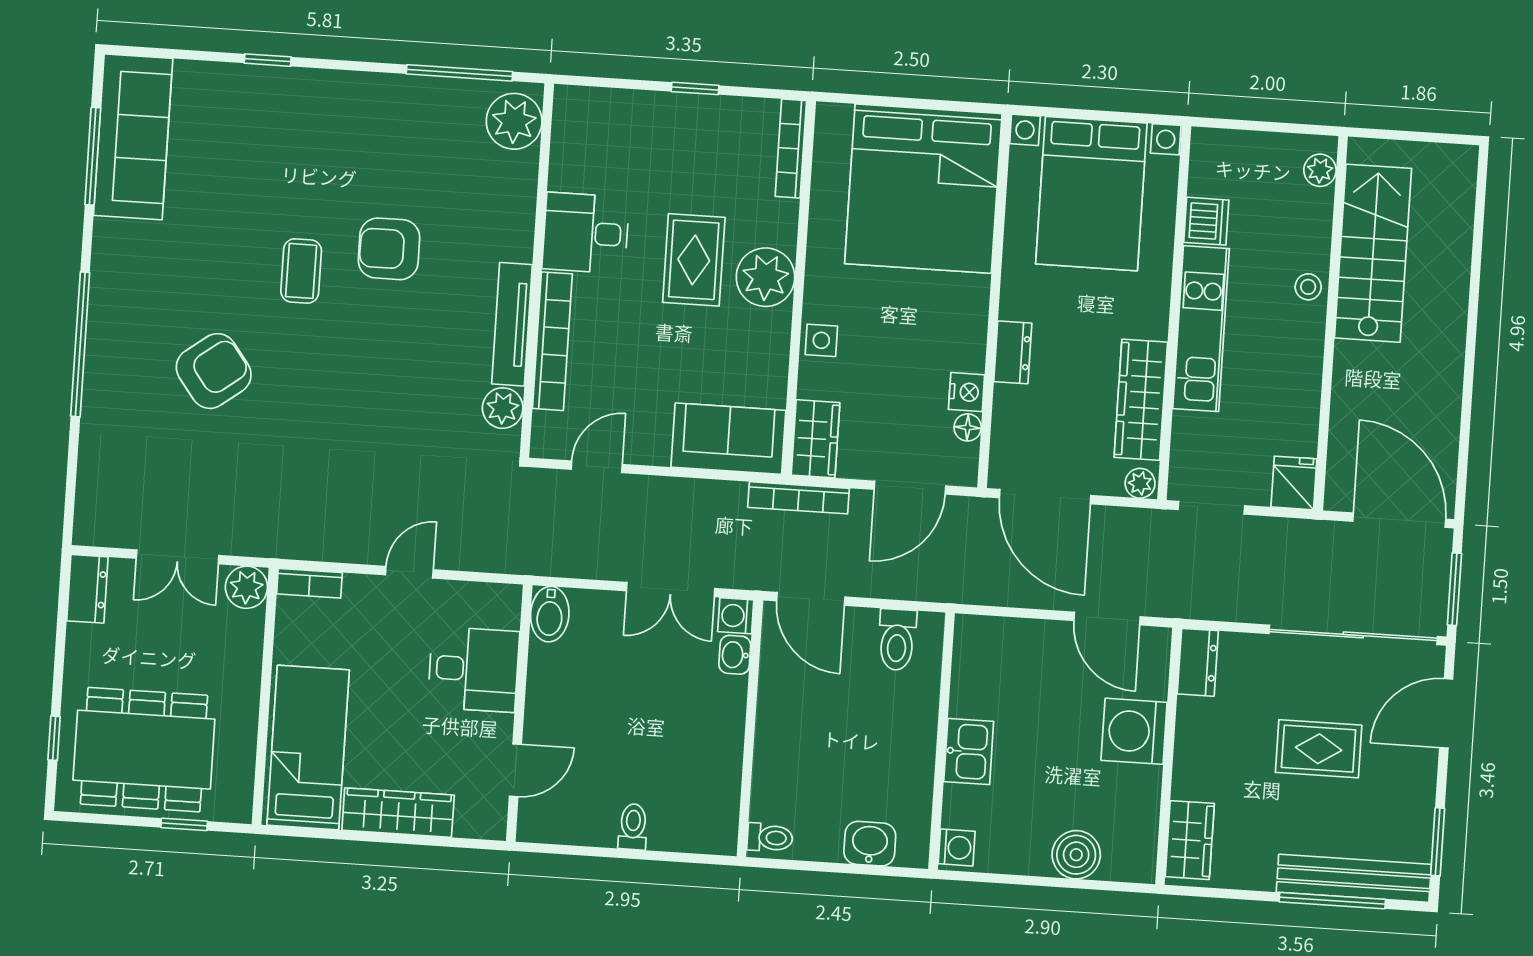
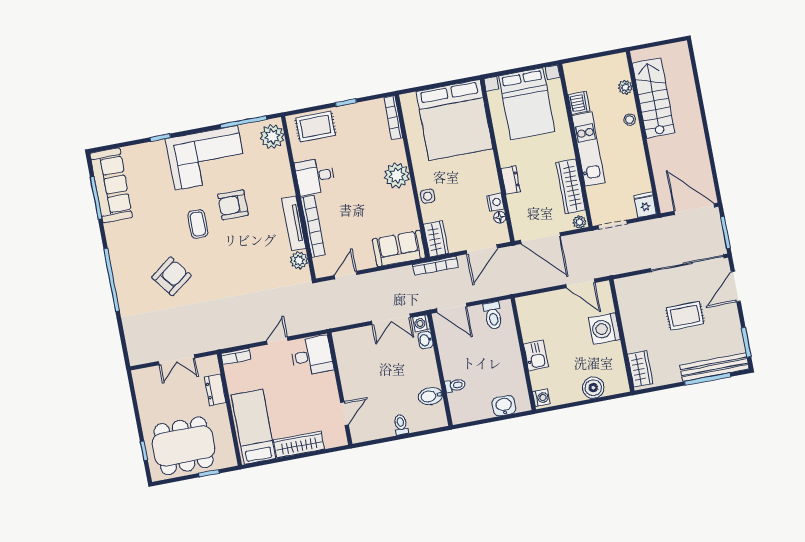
corner sofa: (357, 130) -> (206, 158), added
plant: (1320, 170) -> (625, 87), moved
rug: (694, 260) -> (315, 126), moved, turned 90
plant: (246, 587) -> (209, 365), removed
dresser: (87, 589) -> (215, 390), moved, turned 180
bidet: (550, 614) -> (430, 396), moved, turned 90
dresser: (1198, 662) -> (624, 292), removed
desk: (474, 669) -> (312, 356), moved
toilet: (770, 838) -> (455, 385), moved

